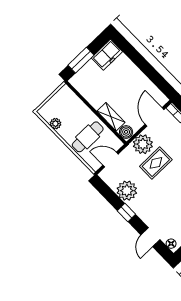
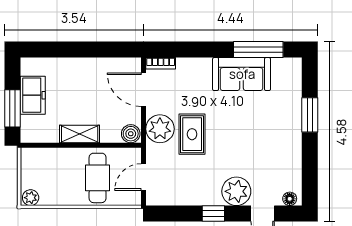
freezer: (107, 55) -> (33, 95), moved
shelving: (111, 117) -> (80, 134), moved
plant: (55, 124) -> (31, 198), moved
plant: (127, 191) -> (236, 191), moved

